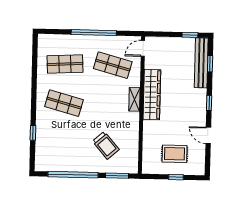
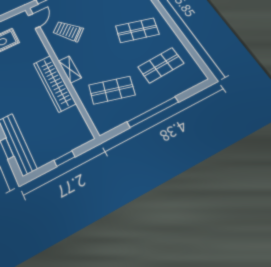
window: (190, 35) -> (64, 159), moved
door: (143, 48) -> (34, 21), moved
trolley: (106, 145) -> (68, 31), moved

